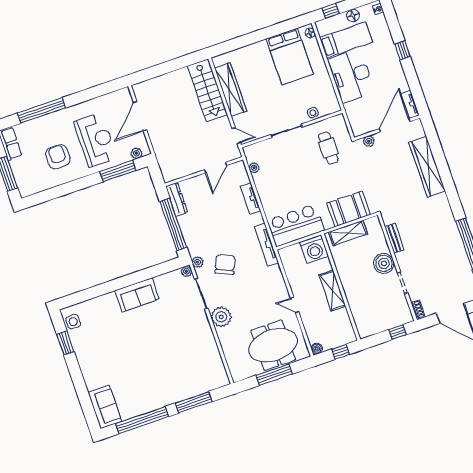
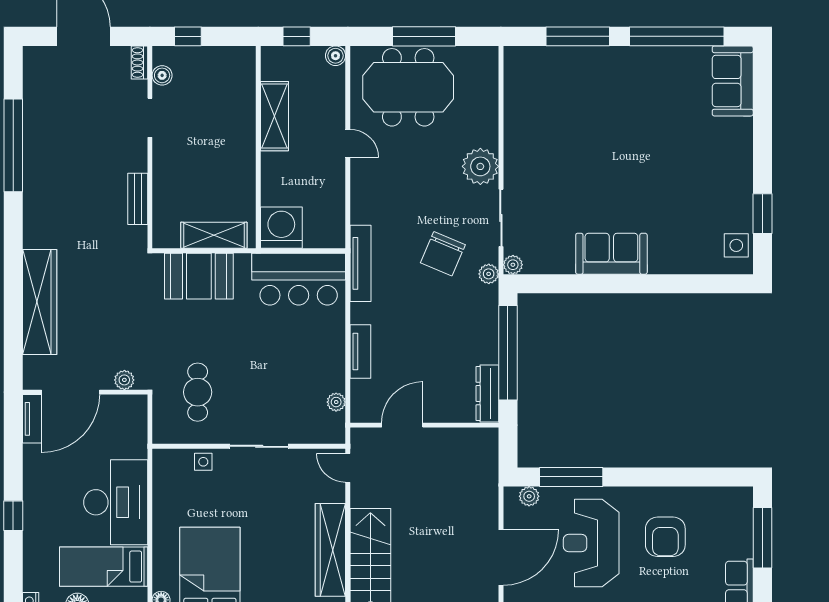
boiler: (384, 263) -> (162, 75), moved, width x0.54, depth x0.54
shelving: (332, 290) -> (275, 116), moved

